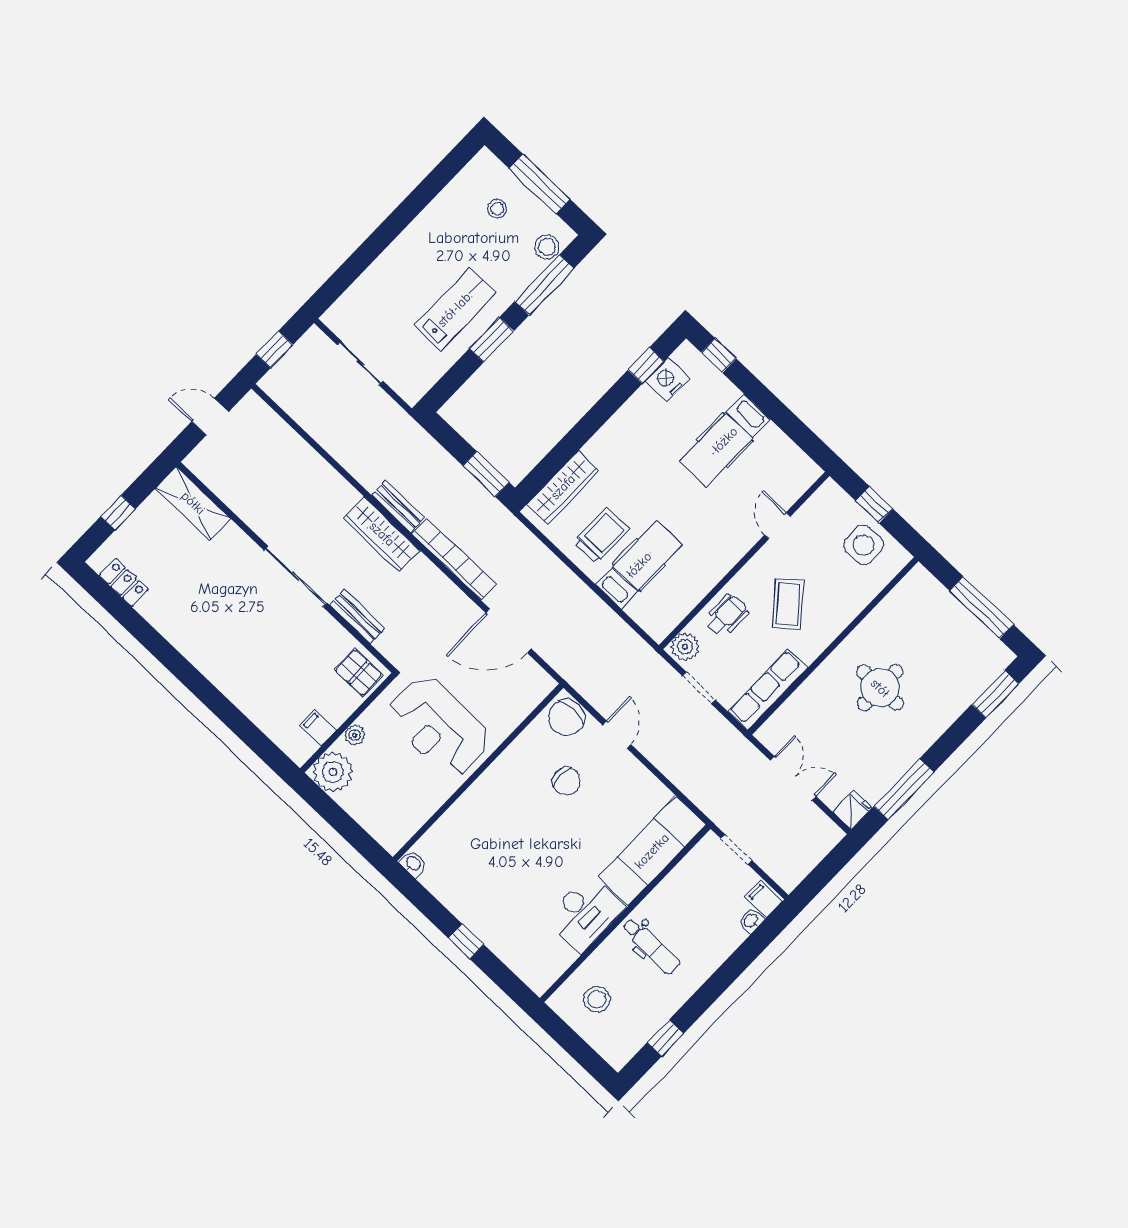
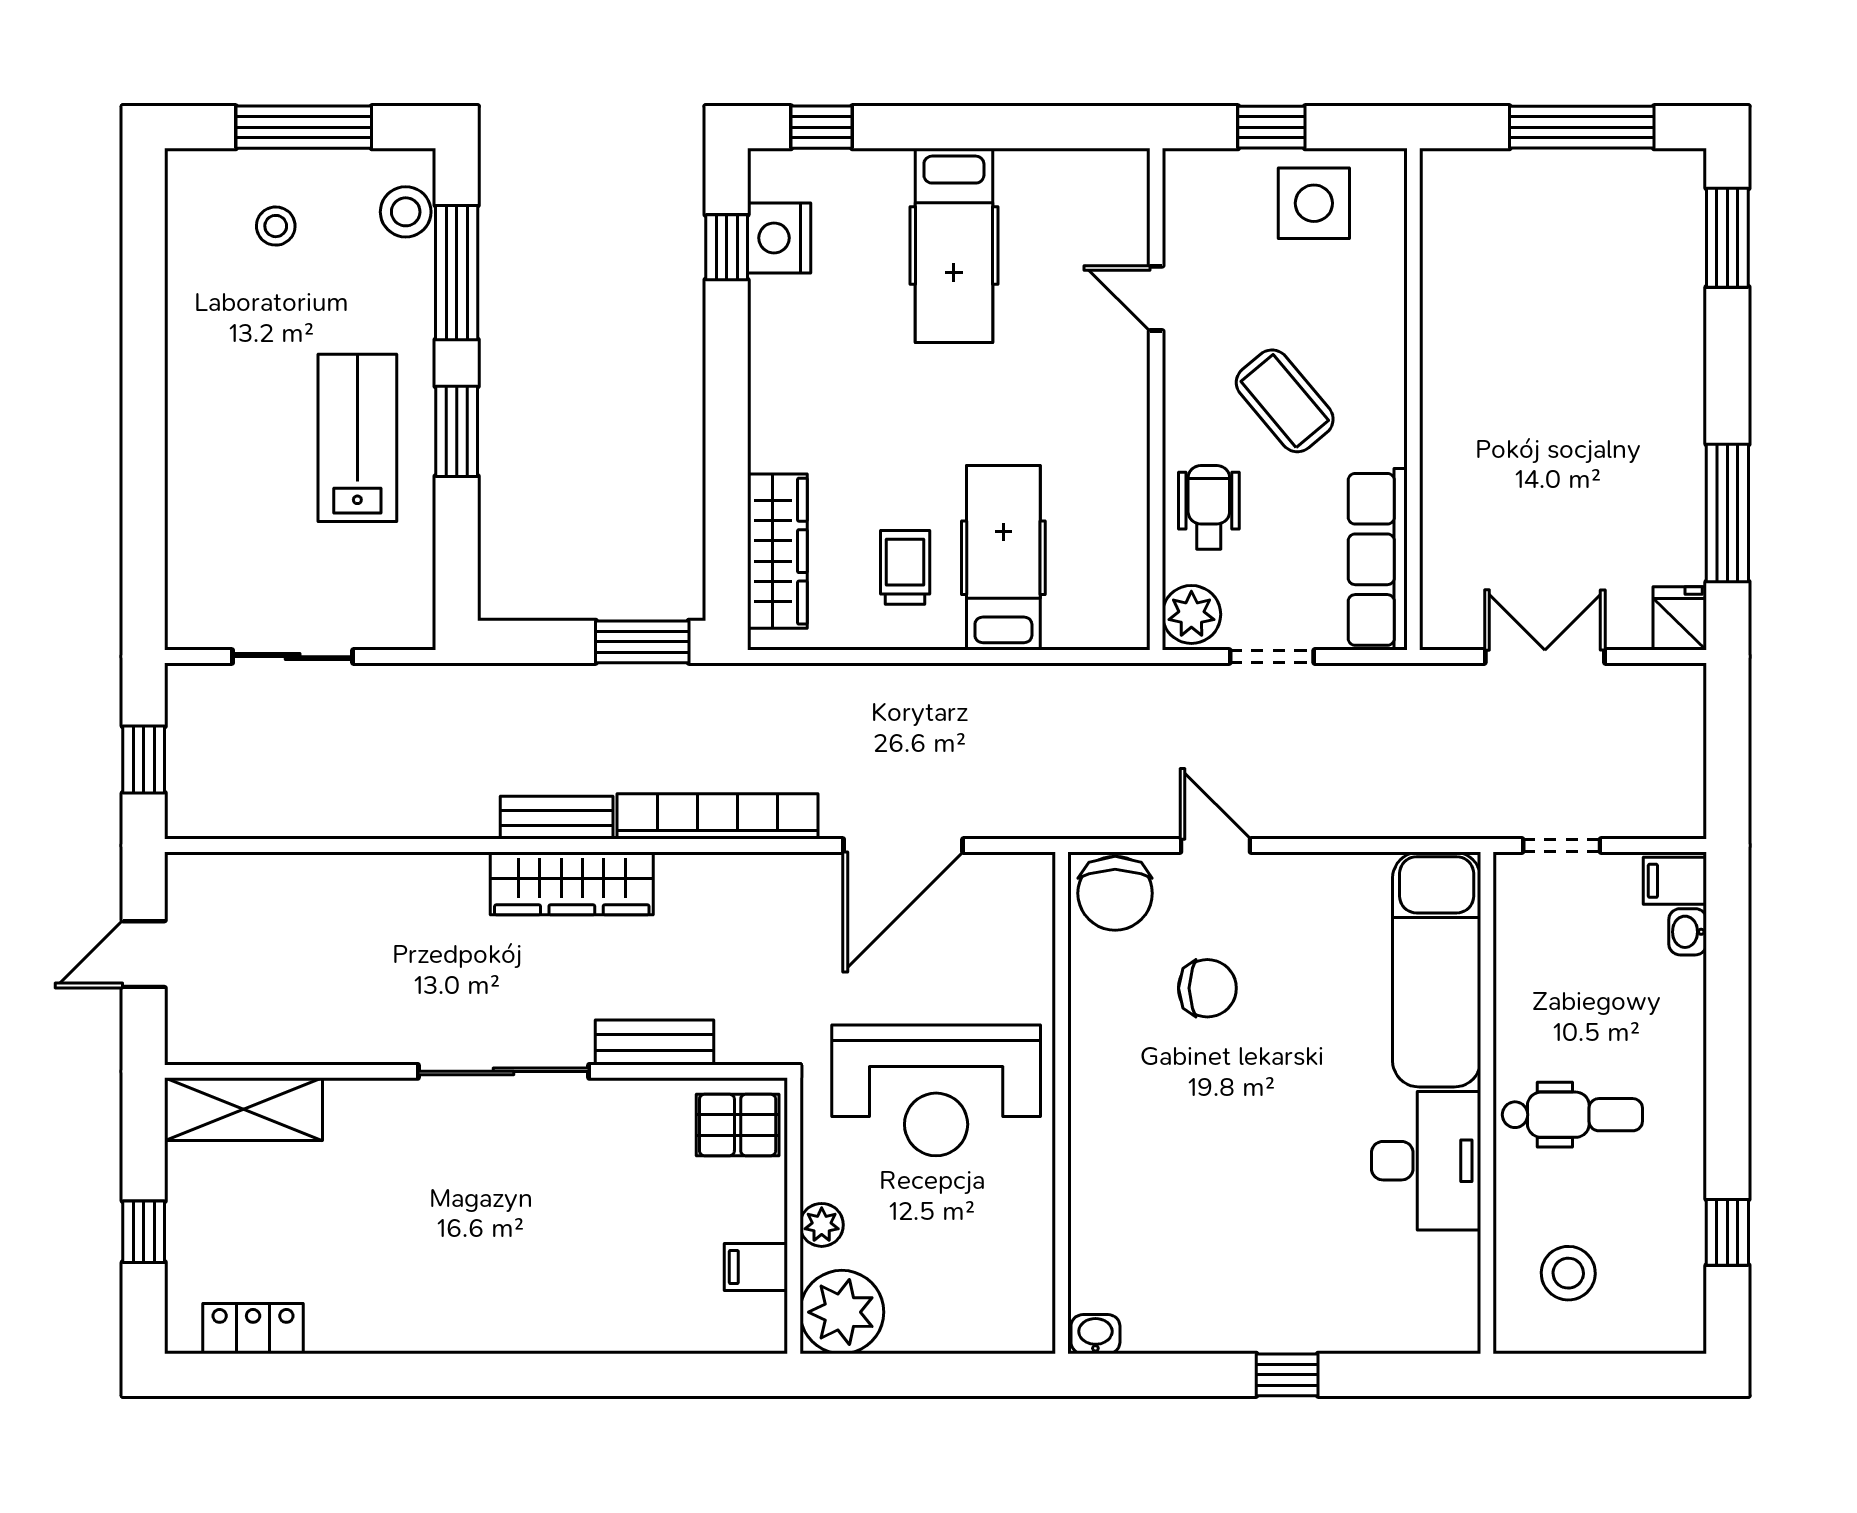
trolley: (602, 535) -> (905, 567), width x0.73, depth x0.72
round table: (880, 688) -> (1545, 394), removed

